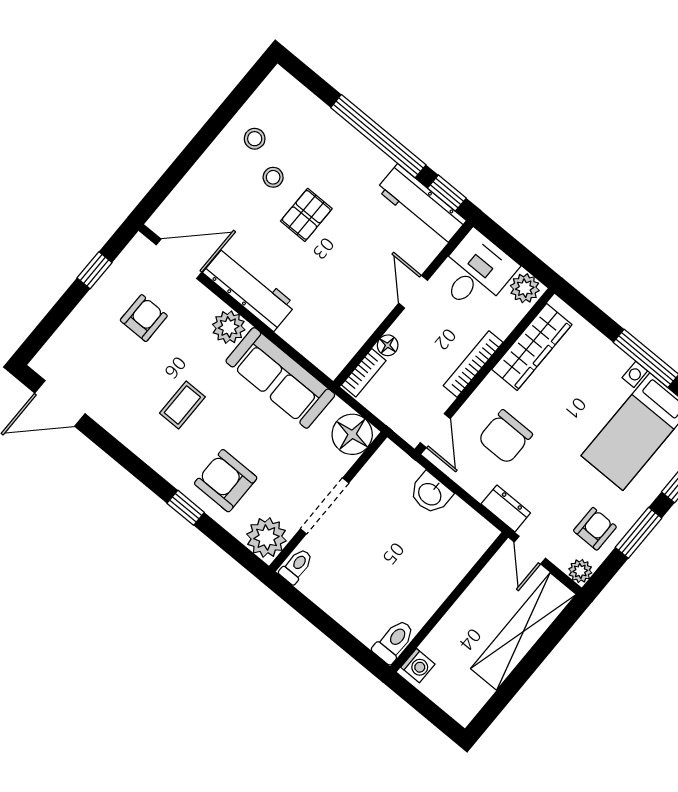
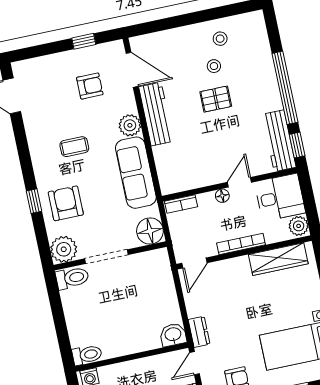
floor lamp: (388, 345) -> (222, 196), moved
chair: (505, 437) -> (228, 295), removed
washbasin: (430, 494) -> (173, 335), moved, turned 90
toilet: (296, 566) -> (72, 278), width x1.37, depth x1.39

